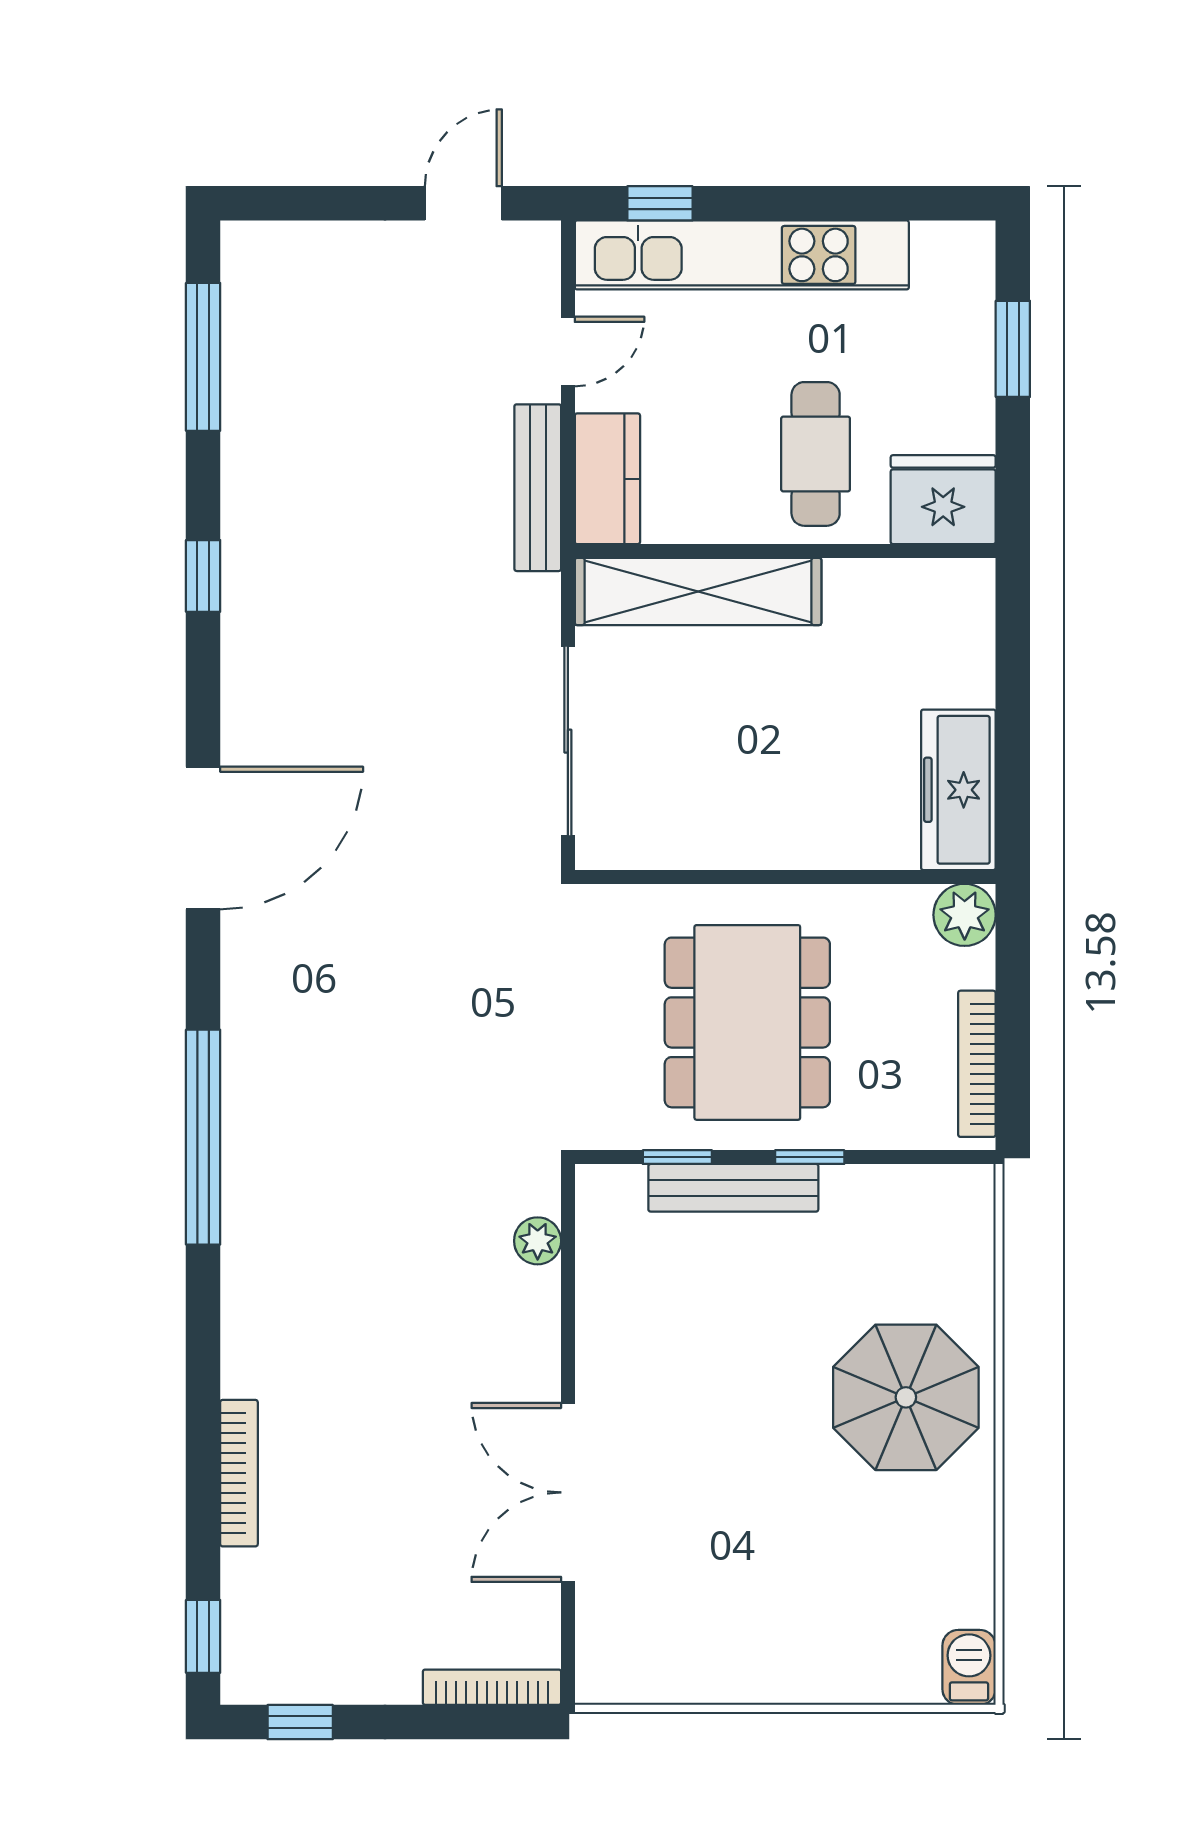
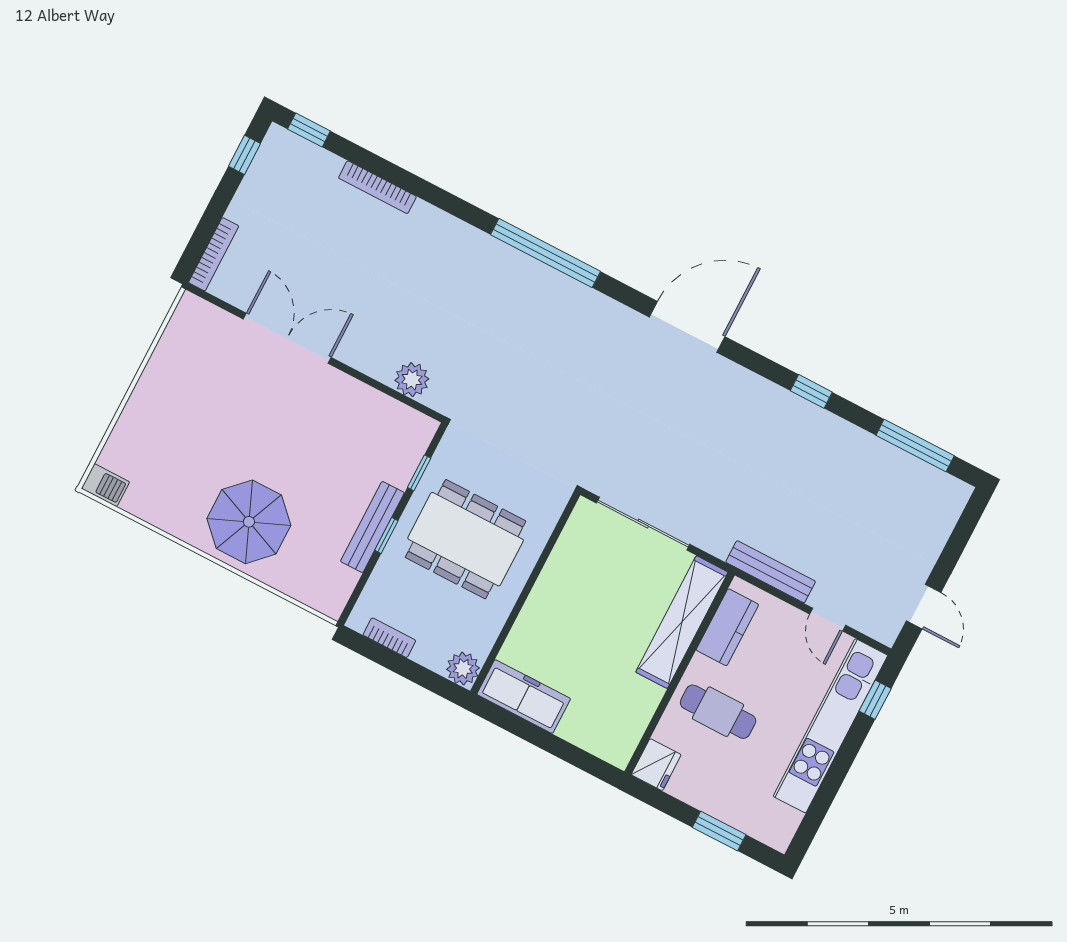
kitchen counter: (607, 479) -> (727, 627), moved, turned -90
fridge: (943, 500) -> (656, 765), width x0.73, depth x0.75
door: (203, 838) -> (687, 327), swing flipped
bookcase: (977, 1064) -> (389, 638), width x0.64
bench: (733, 1188) -> (372, 527), moved
plant: (538, 1241) -> (412, 380), width x1.38, depth x1.38

